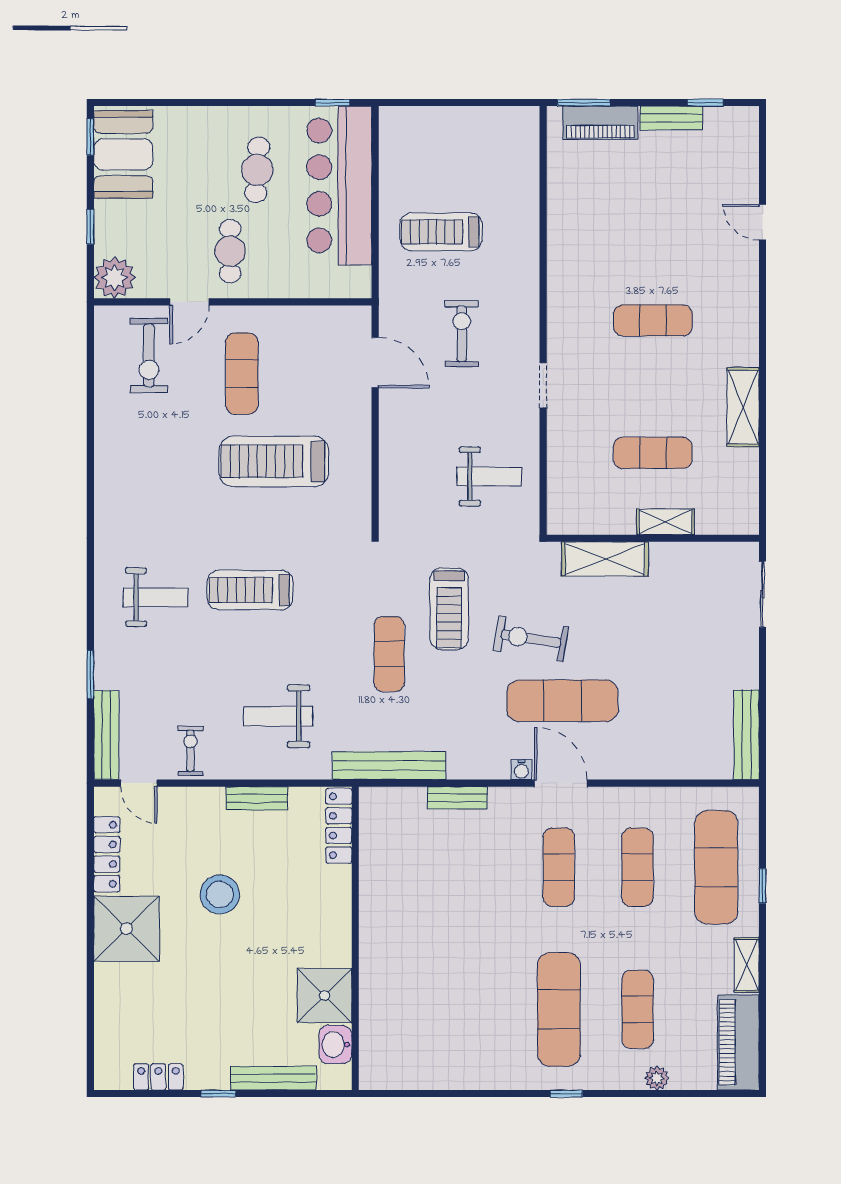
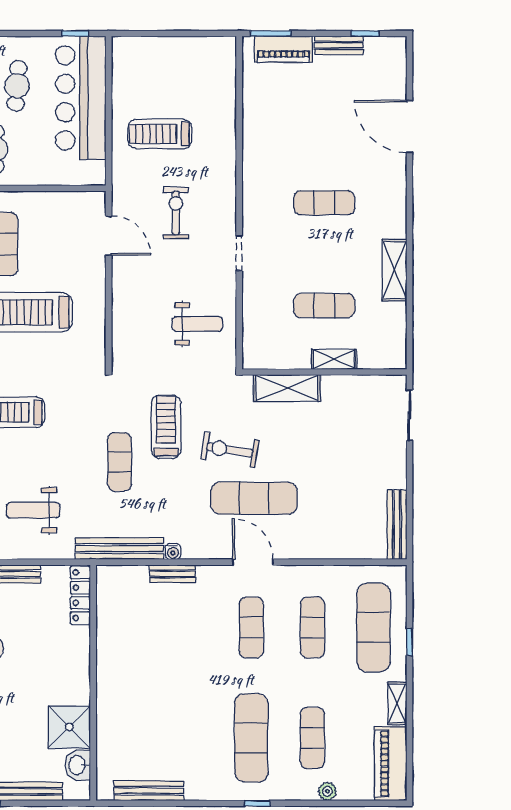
door: (762, 222) -> (409, 126), width x1.88
treadmill: (449, 609) -> (166, 427), turned 180
water cooler: (521, 770) -> (173, 552), moved
bench: (427, 1077) -> (149, 791), added

